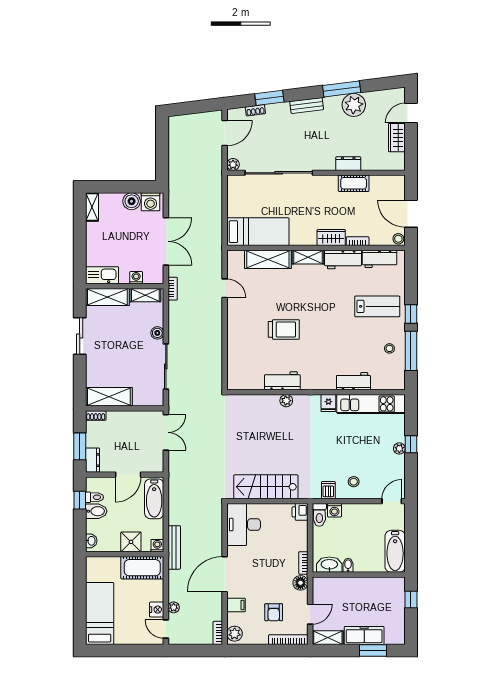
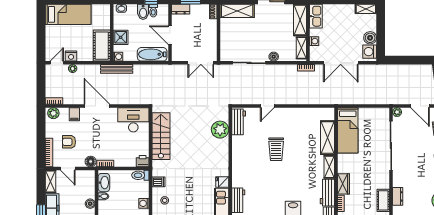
door: (225, 288) -> (267, 106), moved
workbench: (282, 381) -> (239, 122), moved
shelving: (109, 397) -> (237, 11), moved, turned 90
plant: (286, 401) -> (220, 130), moved, width x1.88, depth x1.88
washing machine: (334, 510) -> (144, 203), moved
boiler: (358, 583) -> (90, 204), added

